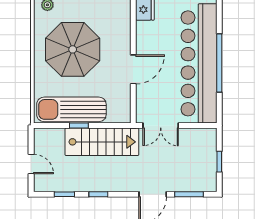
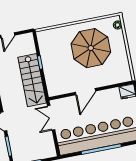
door: (133, 69) -> (85, 92), hinge flipped
sun lounger: (71, 109) -> (50, 55), removed

